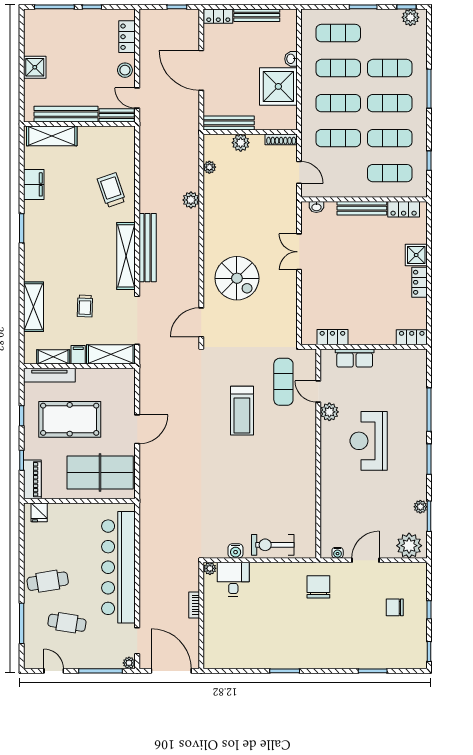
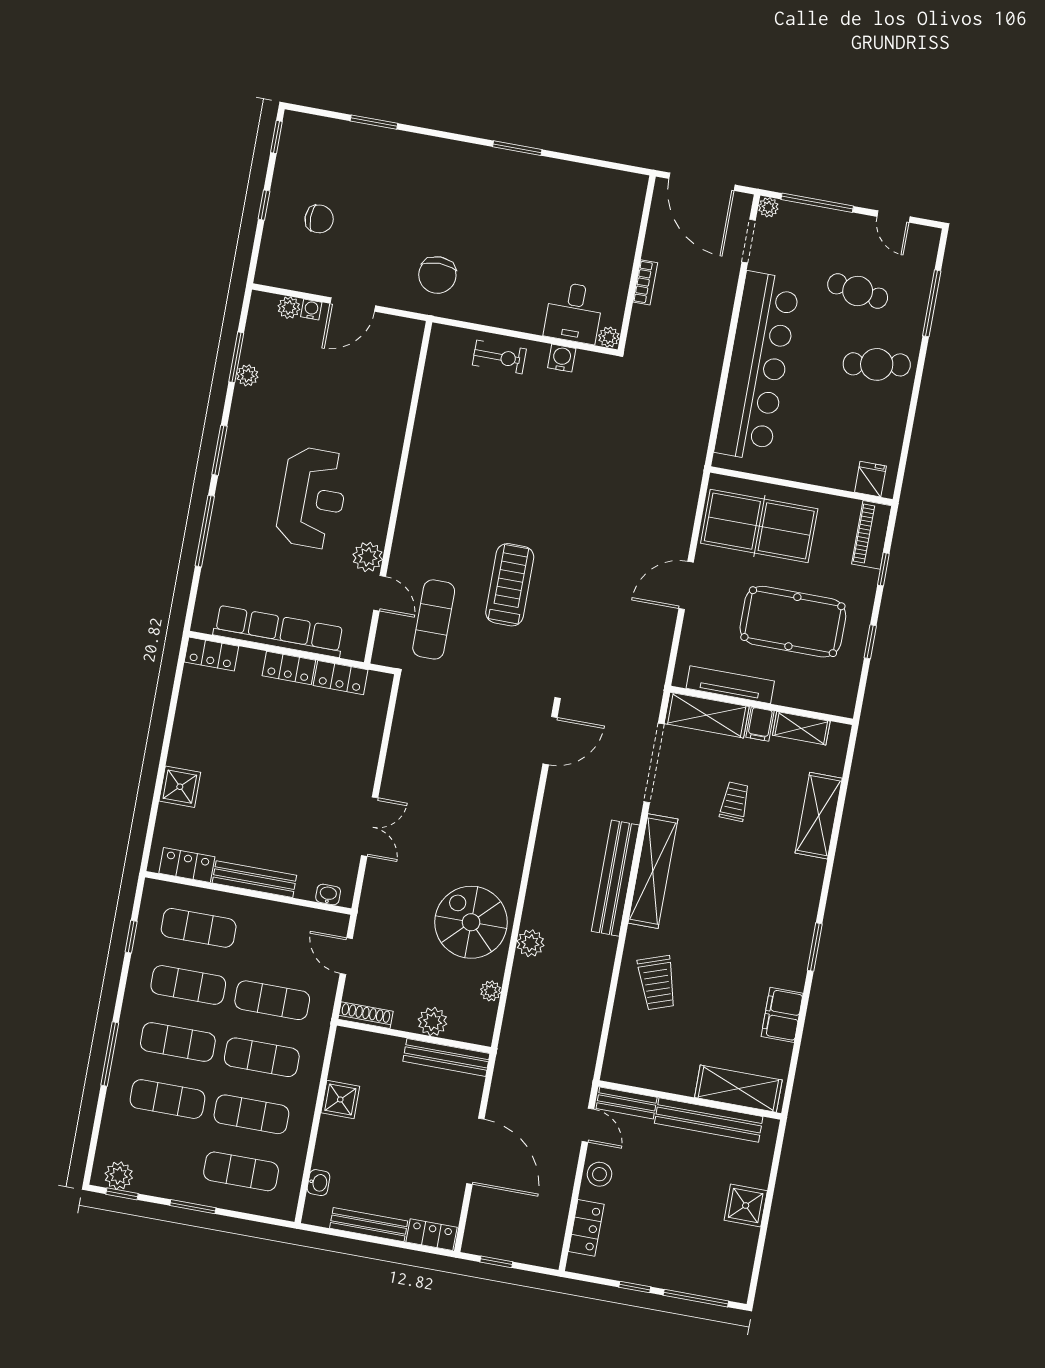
washbasin: (291, 59) -> (318, 1183), moved
shower: (278, 86) -> (340, 1100), width x0.54, depth x0.54
spiral stairs: (237, 278) -> (471, 922), moved
locker: (419, 282) -> (289, 668), moved, turned 90
row of seats: (355, 358) -> (279, 631), width x2.02
tv unit: (49, 375) -> (730, 685), moved
exercise bike: (273, 545) -> (499, 357), width x0.73, depth x0.72
plant: (409, 546) -> (289, 308), width x0.53, depth x0.53
water cooler: (338, 553) -> (311, 309), moved

